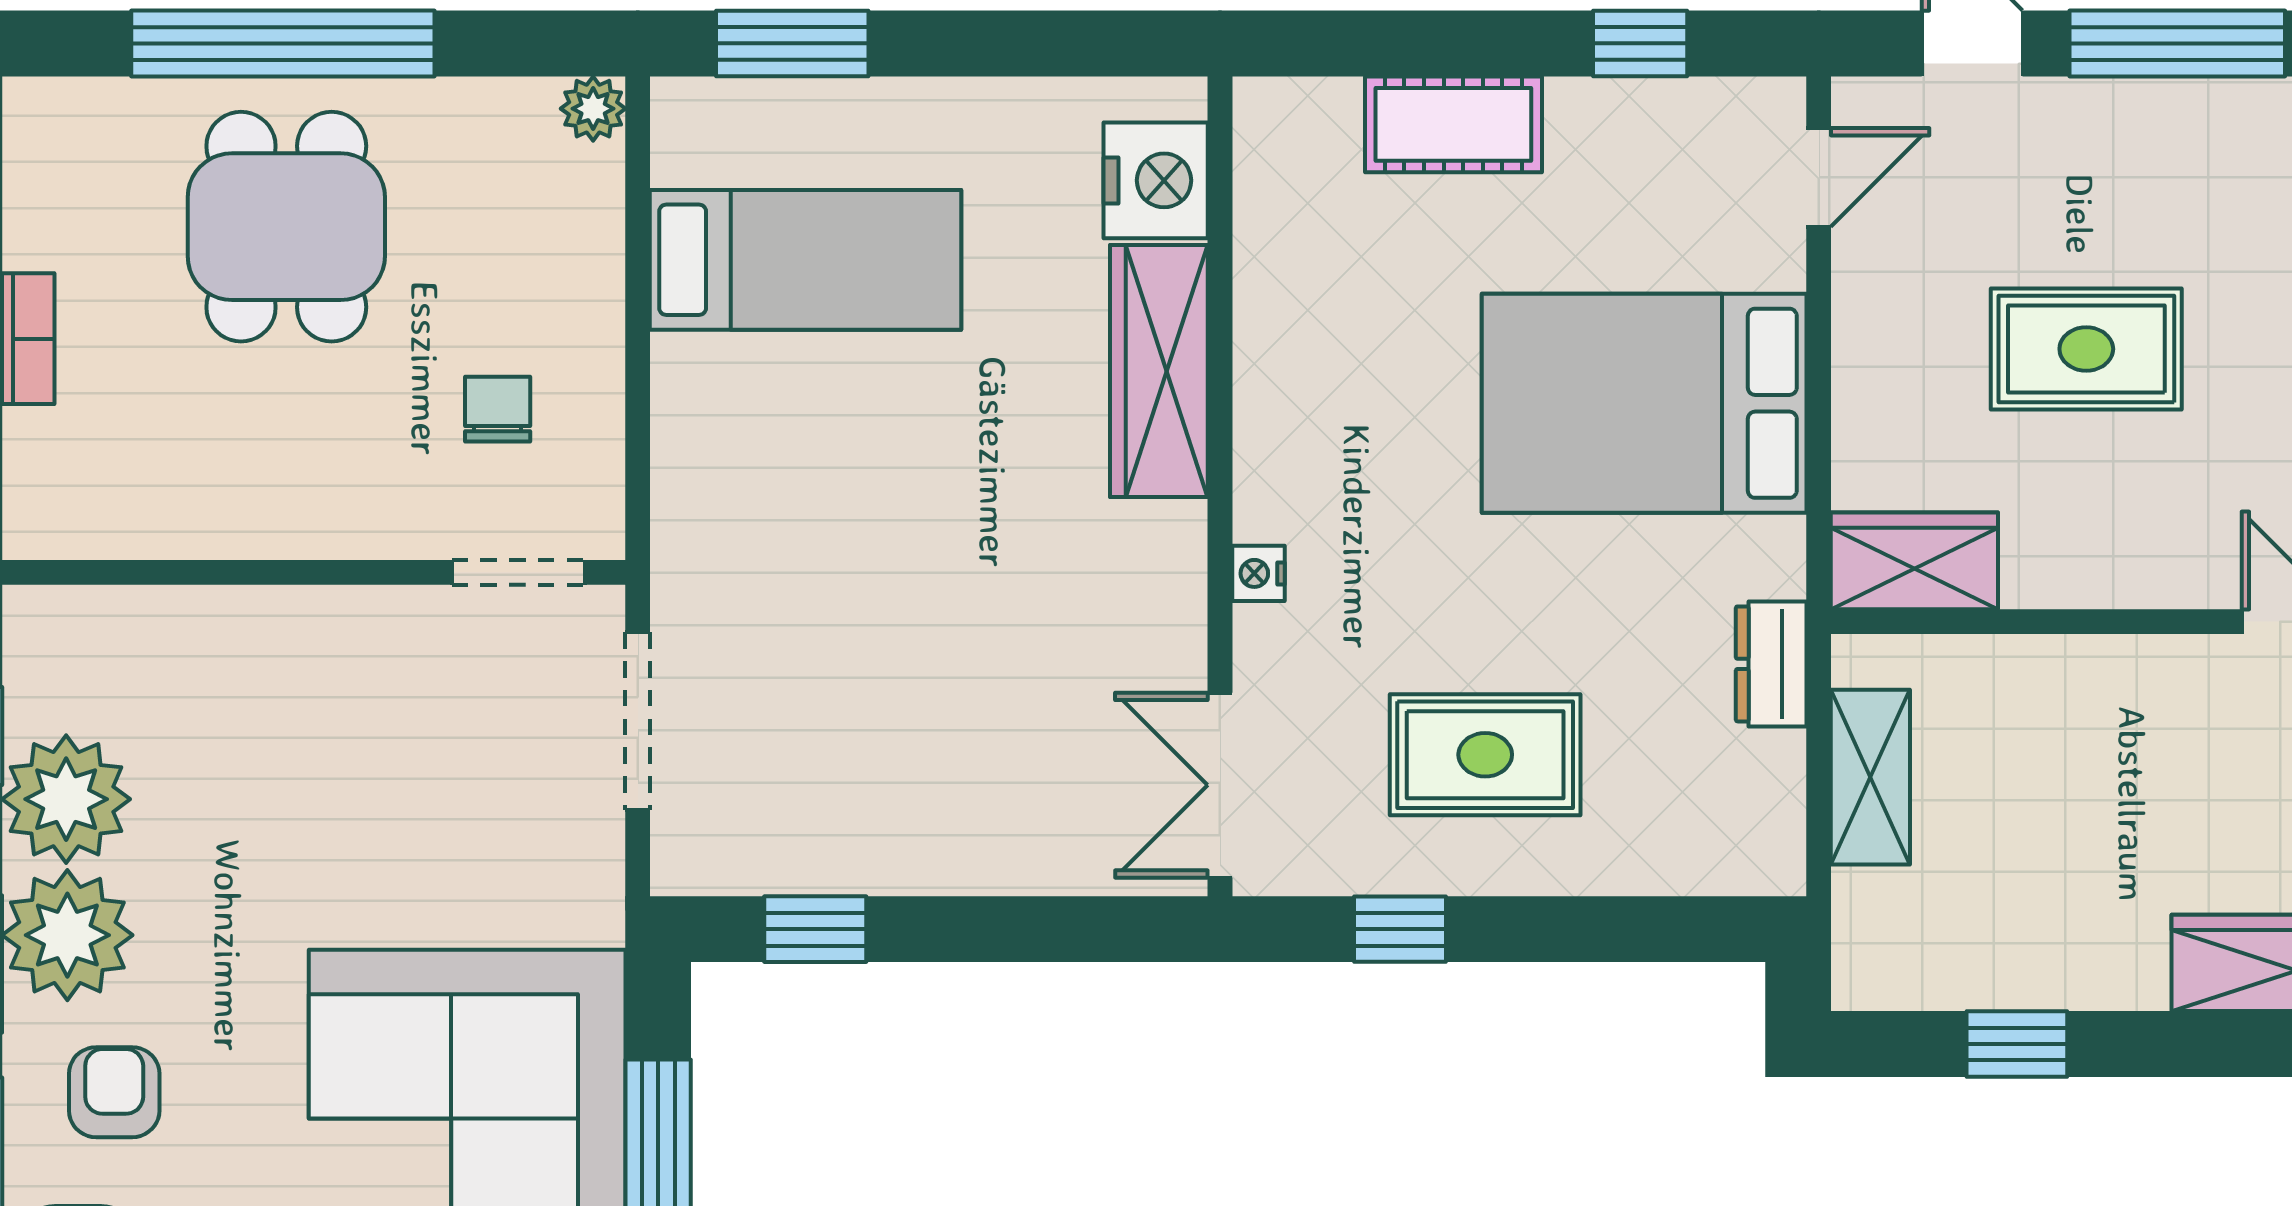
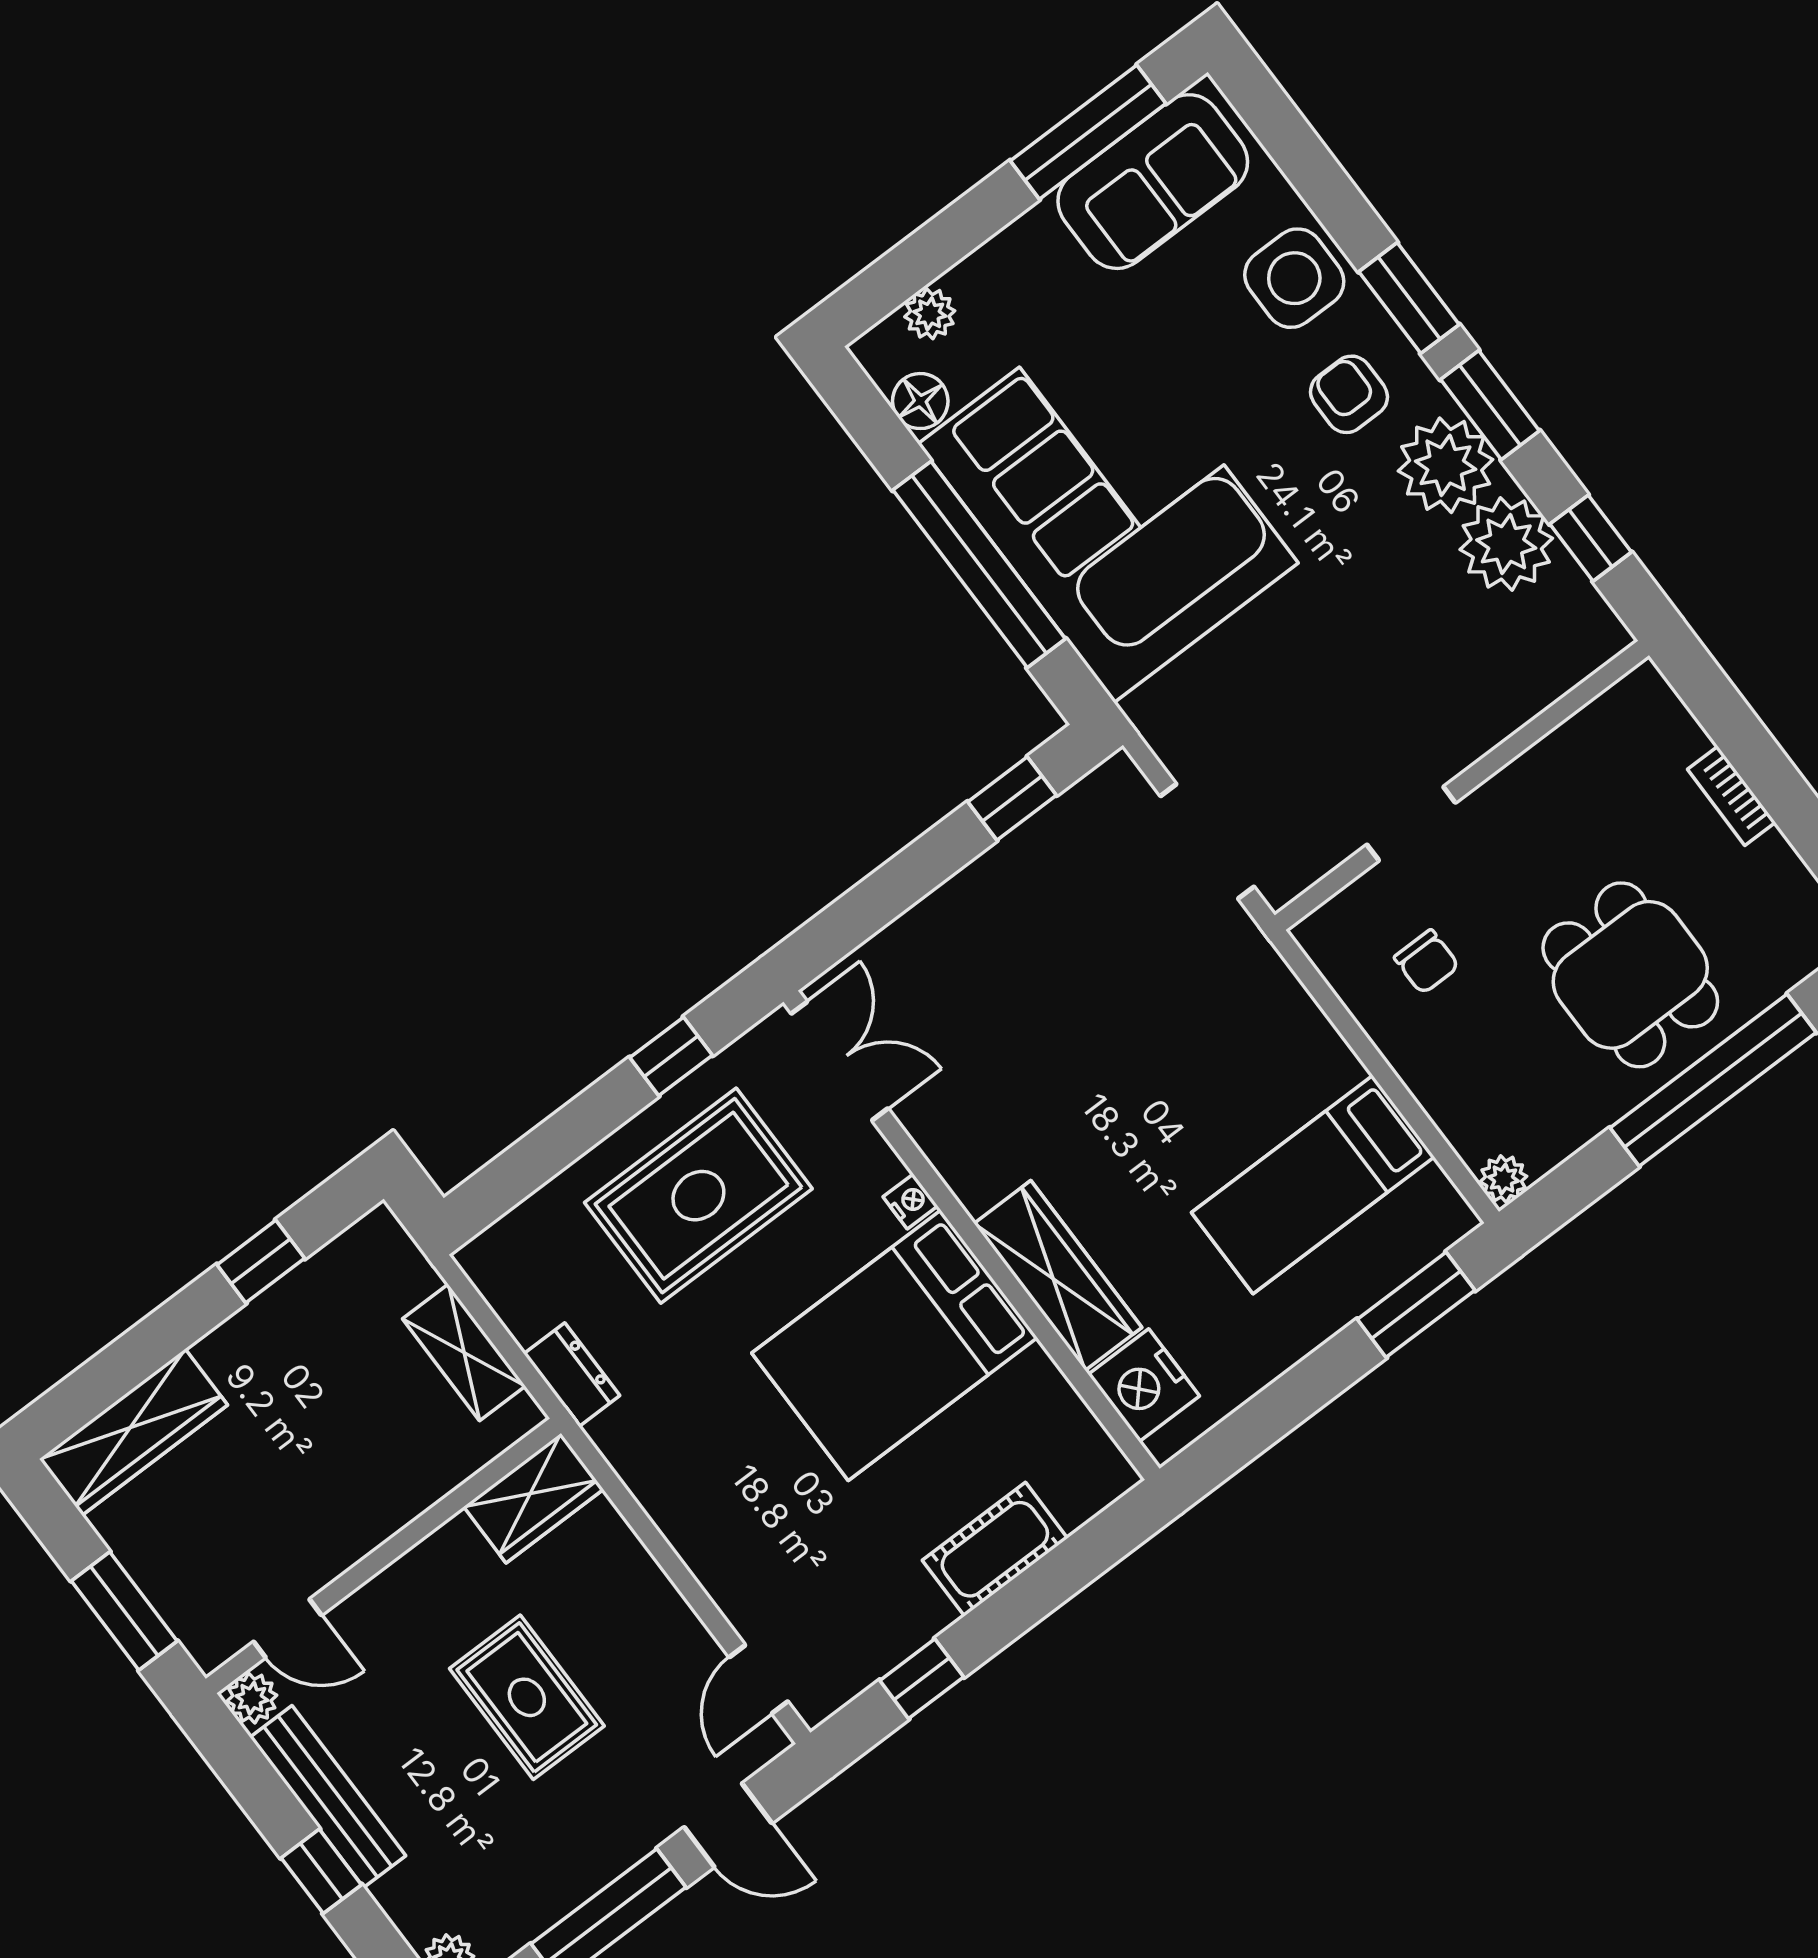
rug: (2086, 349) -> (527, 1697), turned 90
bed: (1644, 403) -> (895, 1345), moved, turned 180
doorway: (518, 572) -> (1411, 824), moved
rug: (1485, 755) -> (698, 1196), width x1.36, depth x1.43
armchair: (114, 1092) -> (1349, 394), turned 180

